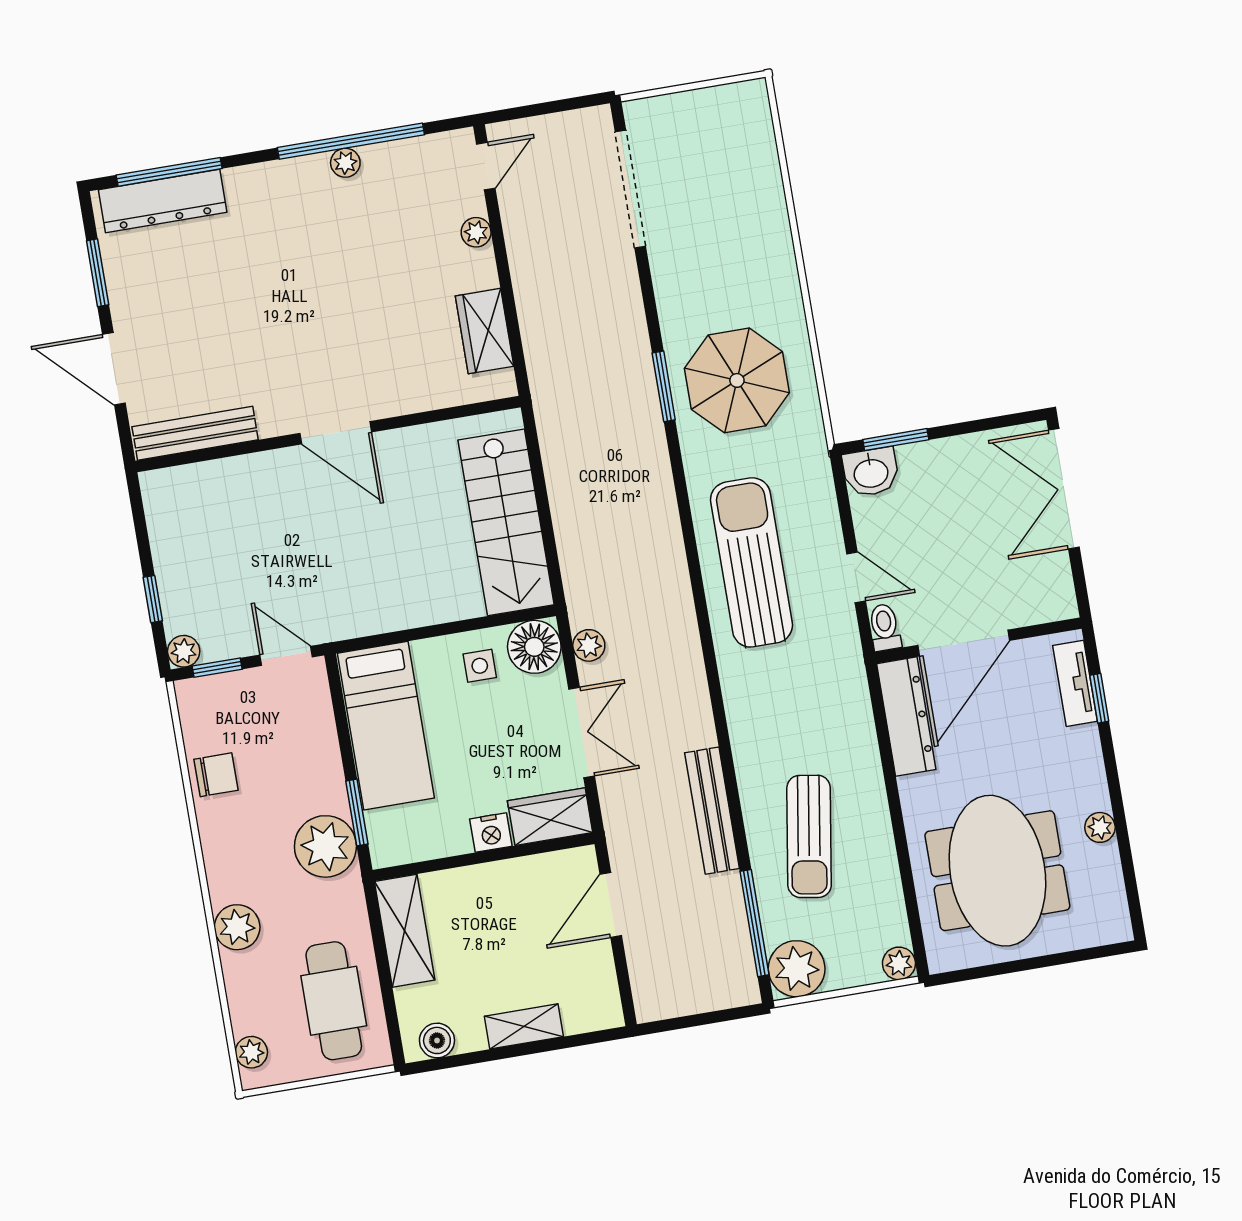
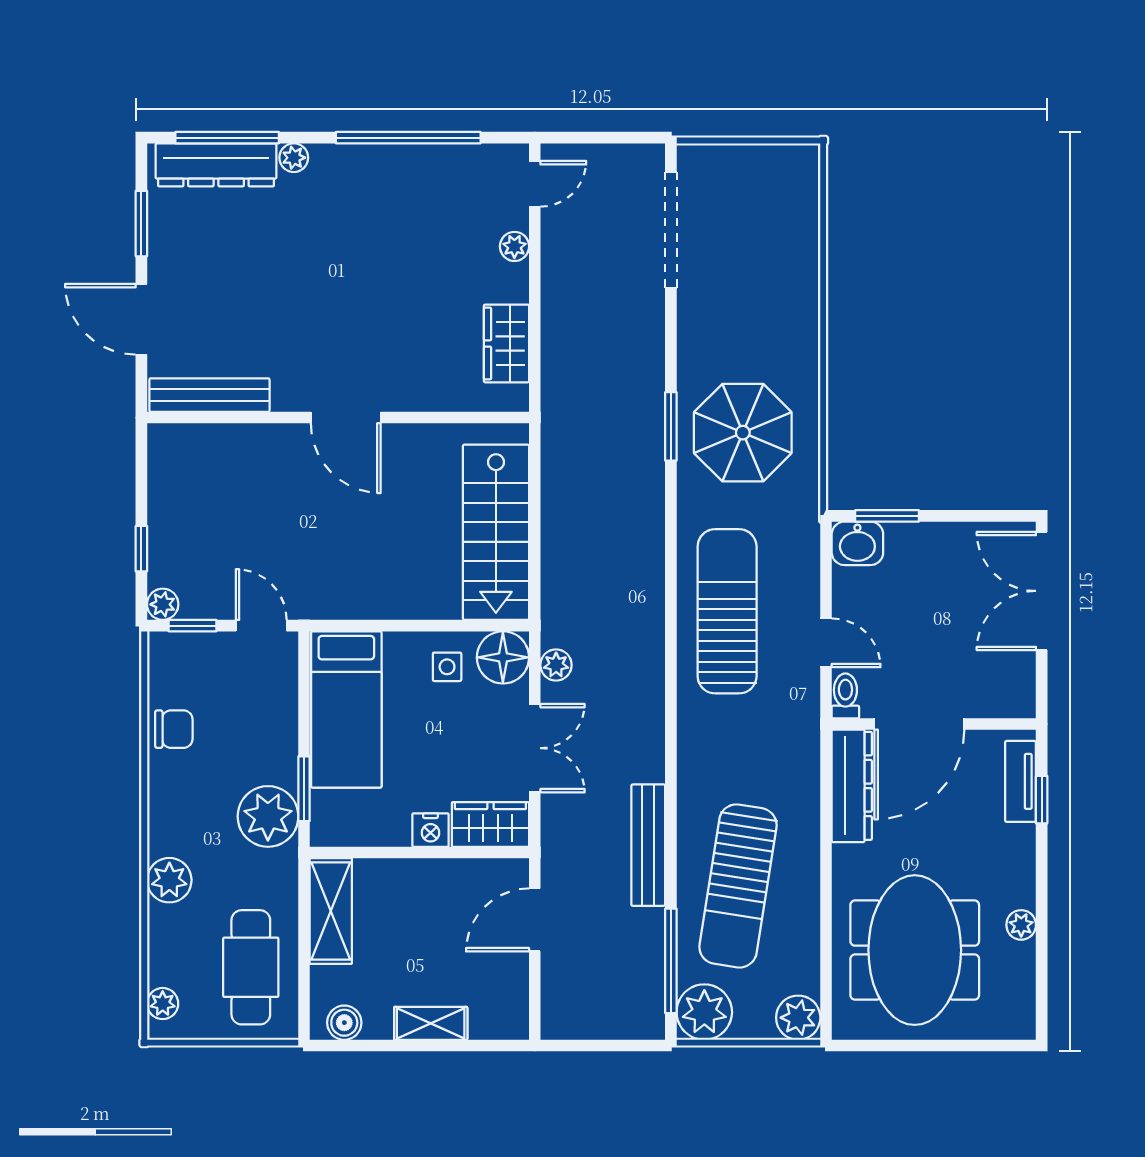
plant: (345, 163) -> (294, 158), moved
sun lounger: (809, 836) -> (738, 886), width x1.36, depth x1.34
plant: (899, 963) -> (798, 1018), width x1.38, depth x1.38

